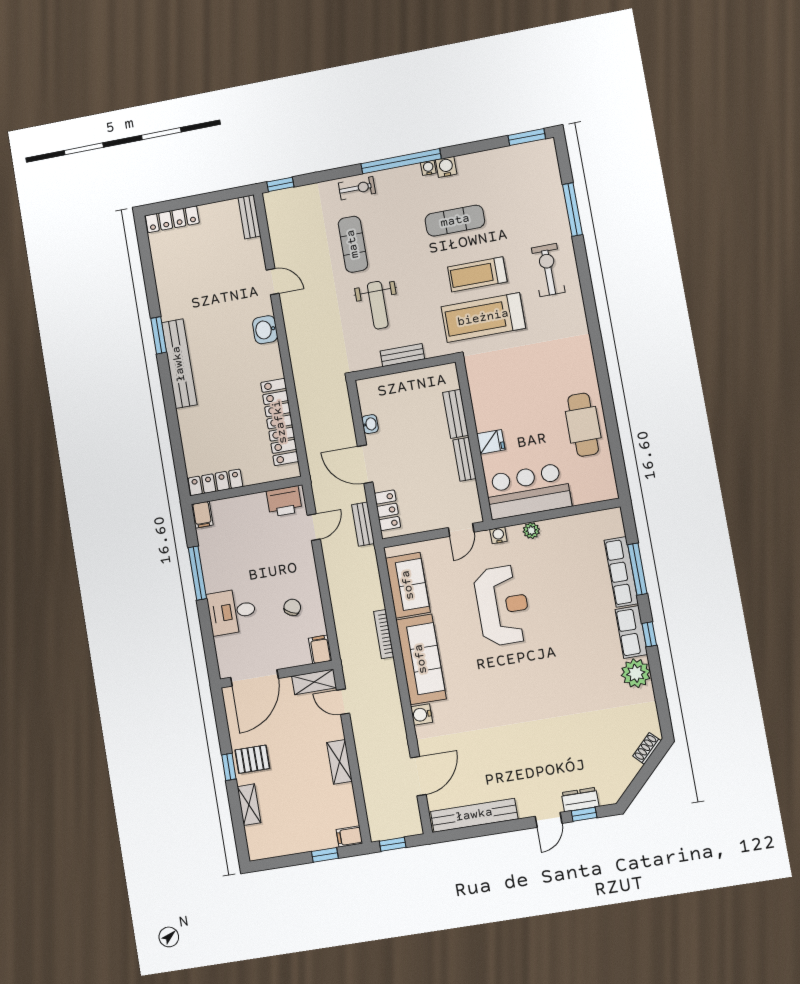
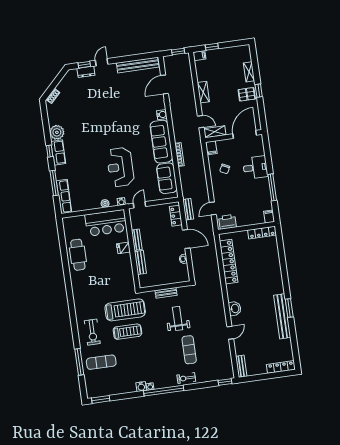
exercise mat: (455, 221) -> (101, 362), moved
door: (273, 282) -> (230, 333), swing flipped
bench: (179, 364) -> (282, 316), moved
row of seats: (621, 572) -> (64, 197), moved

